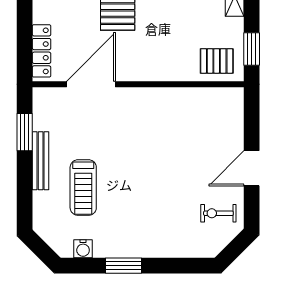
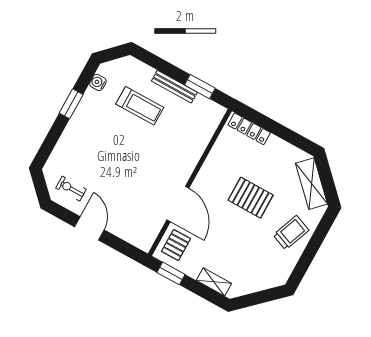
door: (91, 84) -> (178, 204), moved
treadmill: (83, 188) -> (140, 106), turned 180
exercise bike: (218, 213) -> (71, 189), turned -90

